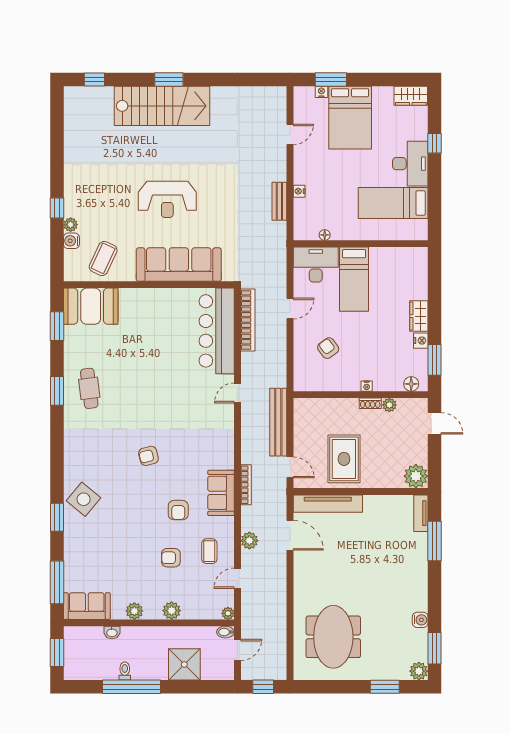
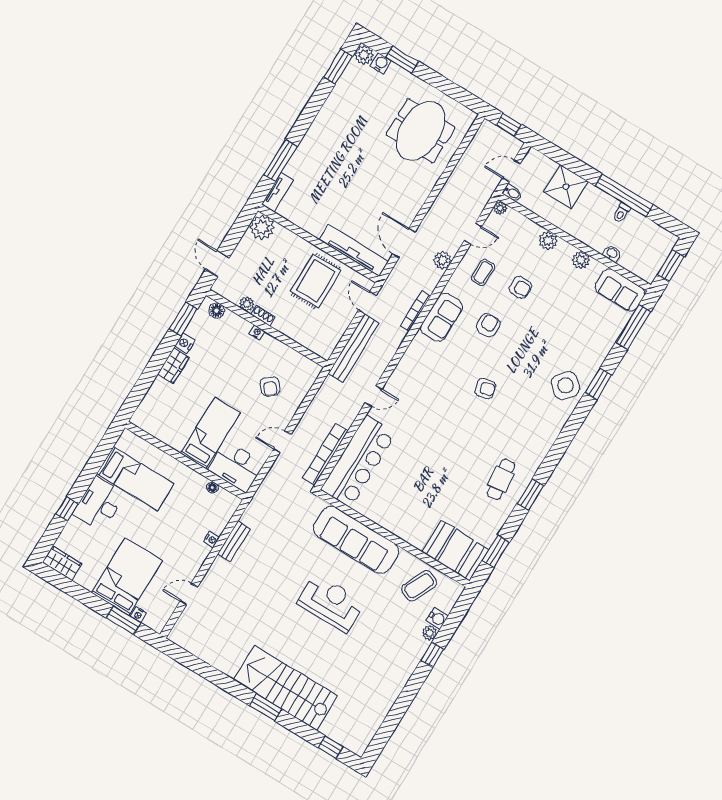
water cooler: (420, 620) -> (381, 63), moved, turned 90

